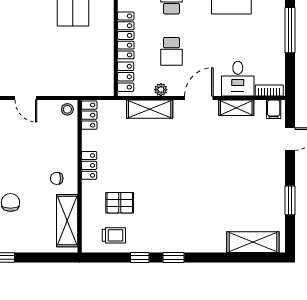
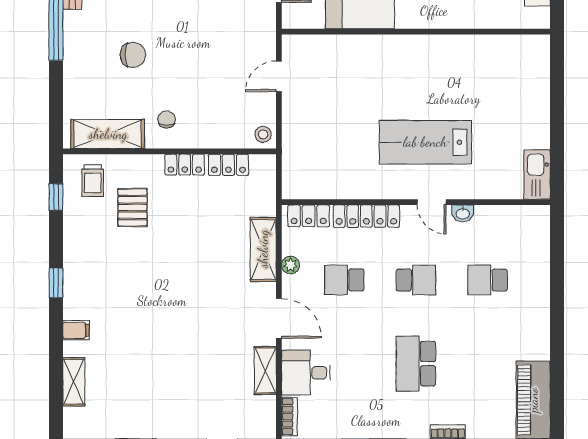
filing cabinet: (274, 109) -> (76, 330), moved, turned 180
locker: (89, 115) -> (228, 165), moved
trolley: (114, 235) -> (93, 181), moved
shelving: (253, 242) -> (74, 382), width x0.67, depth x0.75
window: (140, 257) -> (56, 197), moved

